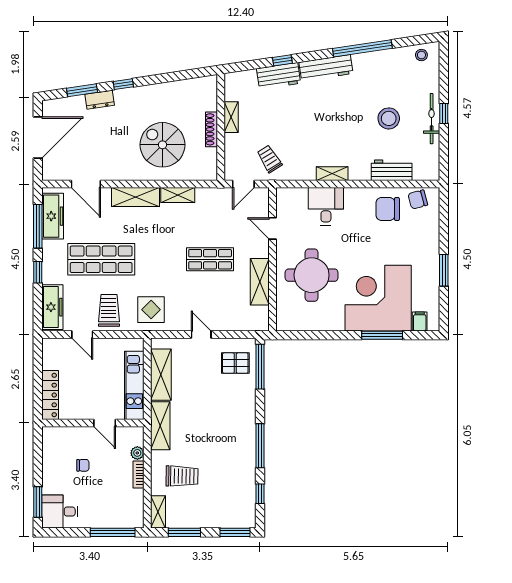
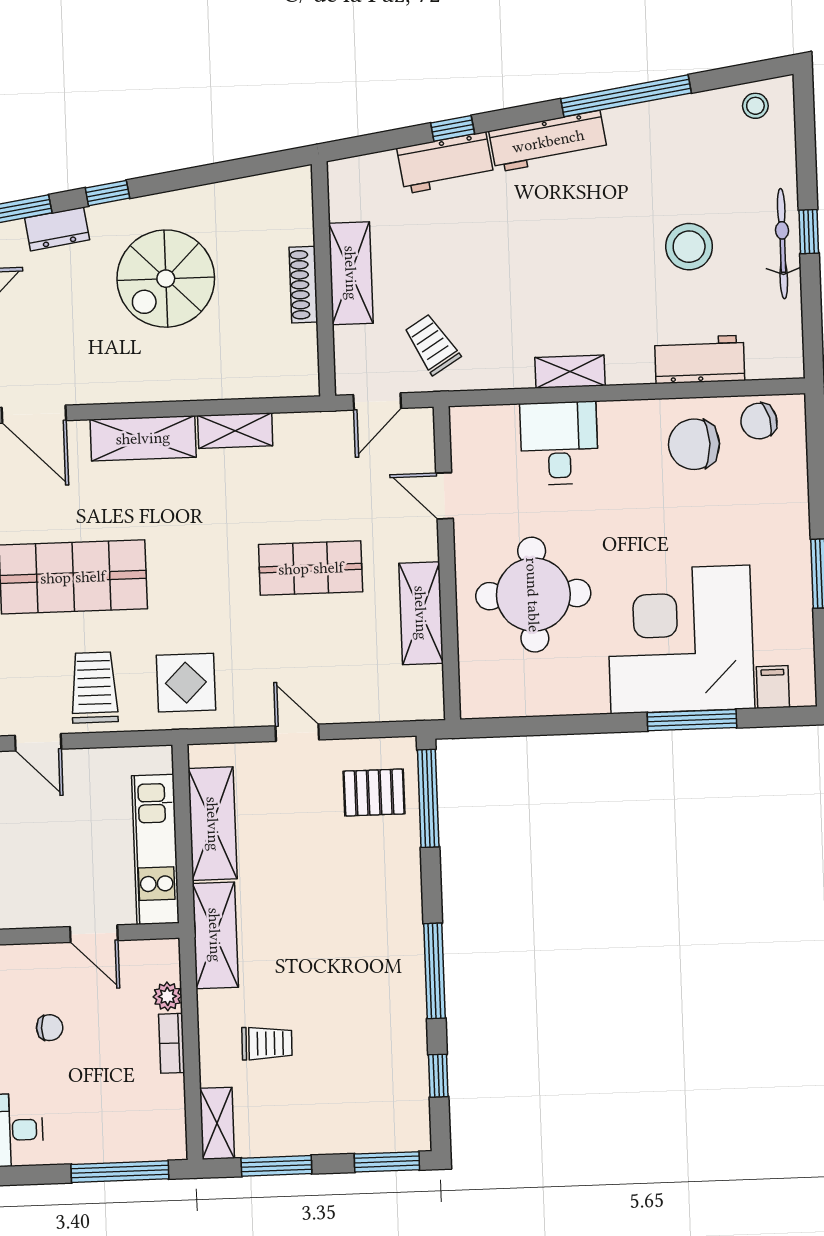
shelving: (231, 117) -> (351, 273), width x1.50, depth x1.33
spiral stairs: (162, 145) -> (166, 279), moved, turned -90
trolley: (182, 476) -> (267, 1043), width x0.73, depth x0.72

